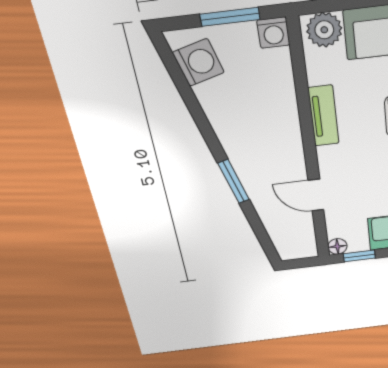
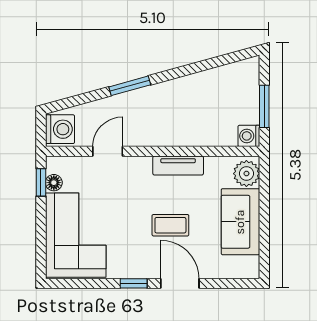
washing machine: (198, 63) -> (60, 129), moved, turned -75
floor lamp: (337, 246) -> (54, 183), moved

